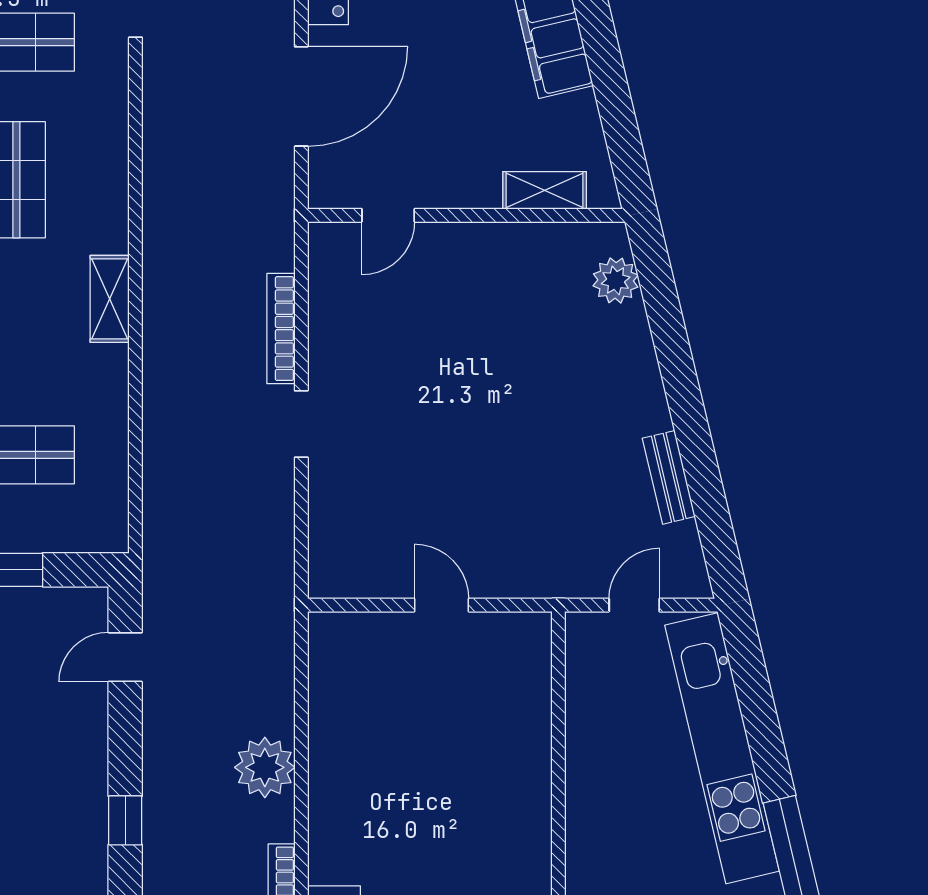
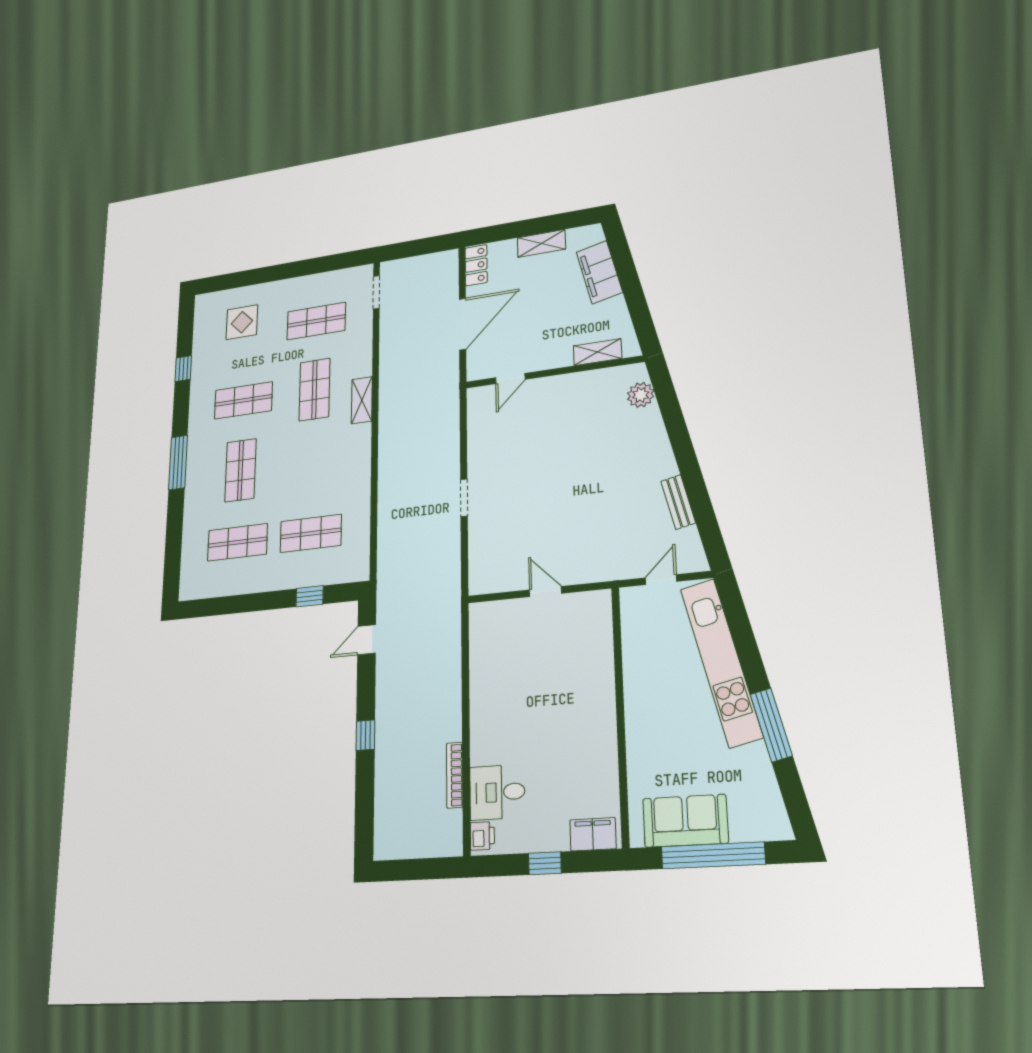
shelving: (110, 299) -> (362, 400), moved
bookcase: (281, 329) -> (452, 447), removed
plant: (265, 767) -> (445, 697), removed

